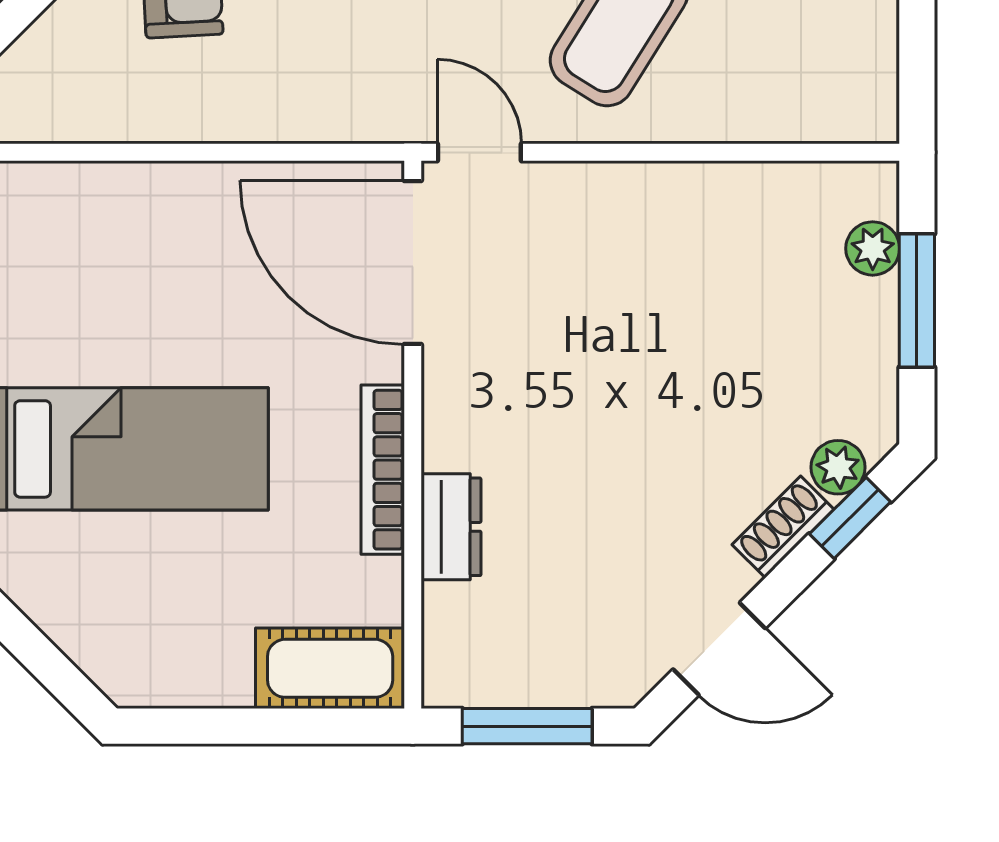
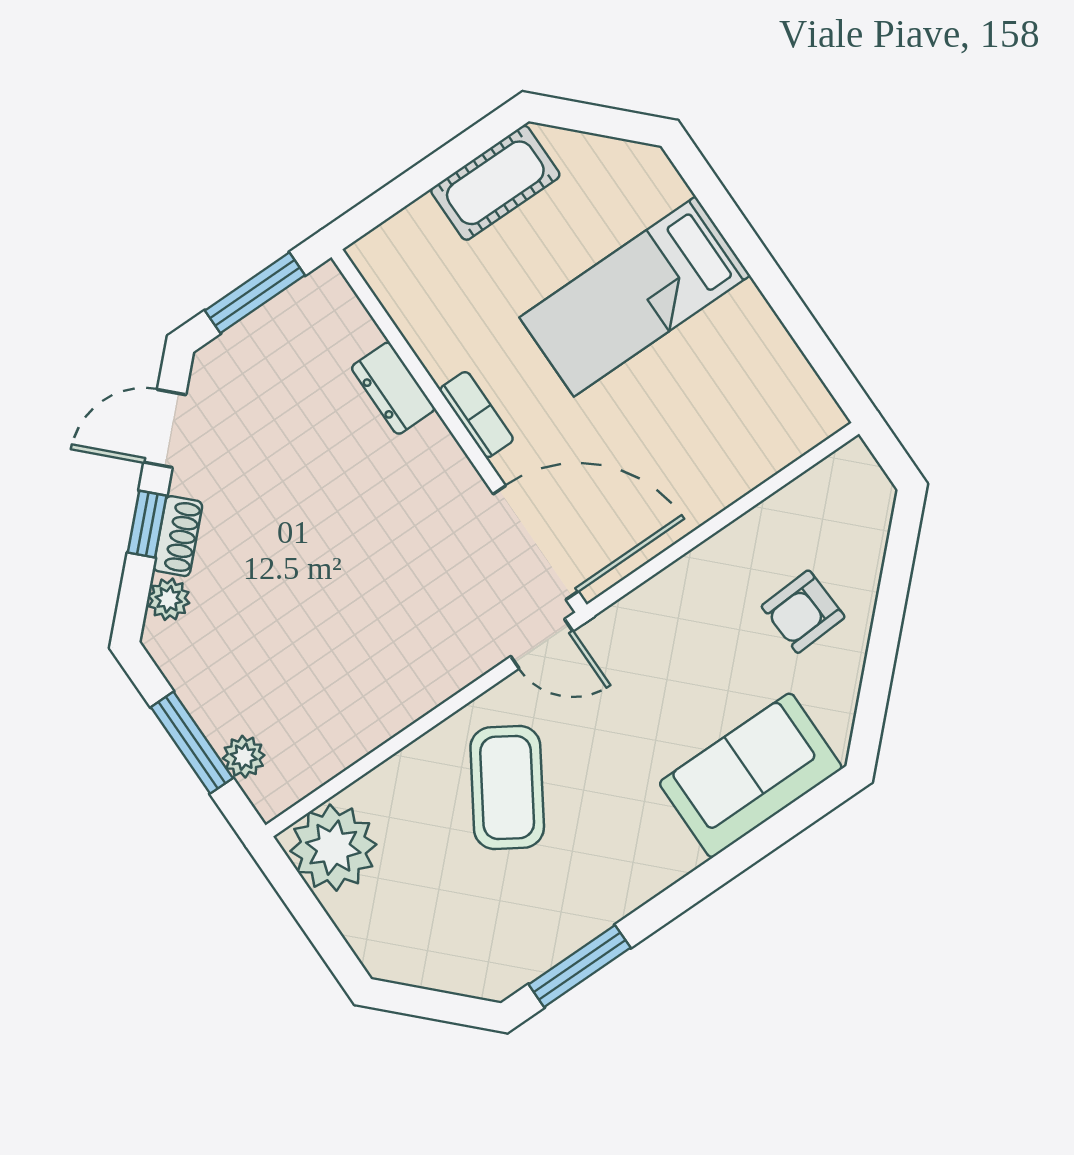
plant: (844, 89) -> (333, 848), added
bookcase: (383, 470) -> (477, 415), width x0.64
window: (850, 518) -> (147, 524), moved
cot: (330, 668) -> (495, 183), moved

